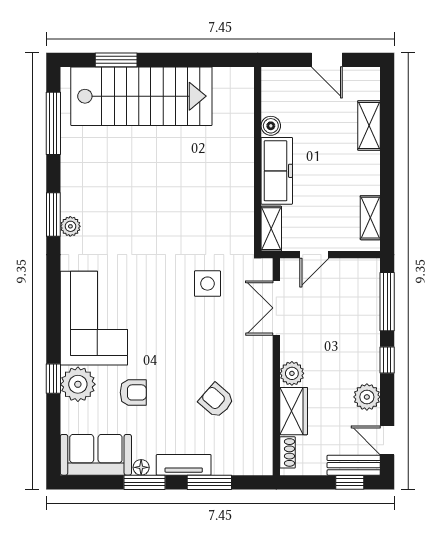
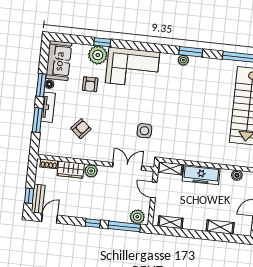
boiler: (271, 126) -> (237, 175), moved
plant: (367, 397) -> (137, 217), moved

